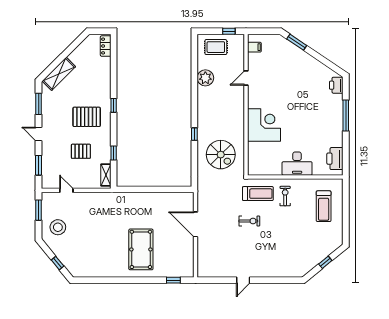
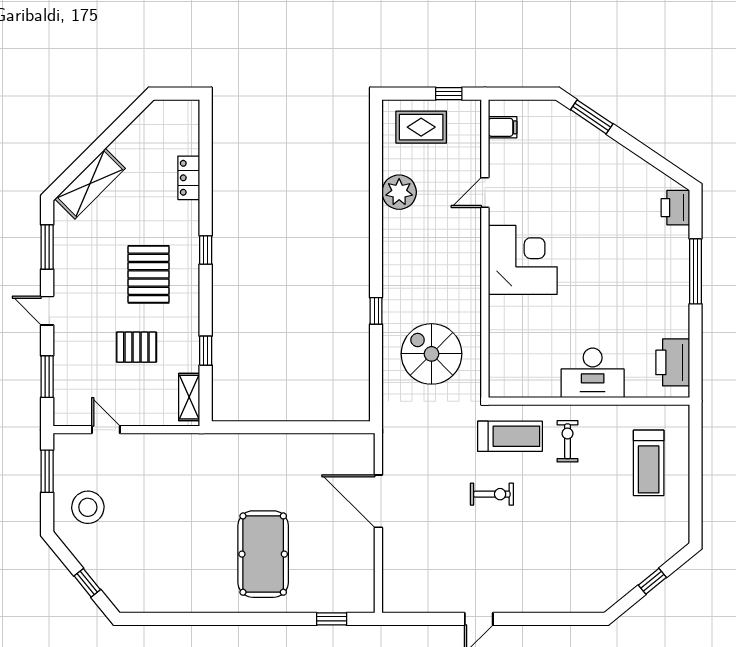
locker: (106, 46) -> (189, 178), moved
pallet: (87, 117) -> (149, 274), turned 90
corner desk: (264, 125) -> (523, 260), moved
spiral stairs: (221, 155) -> (432, 354), turned 180

